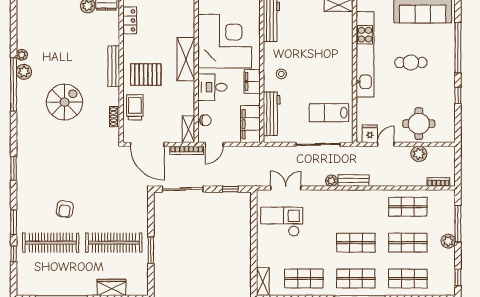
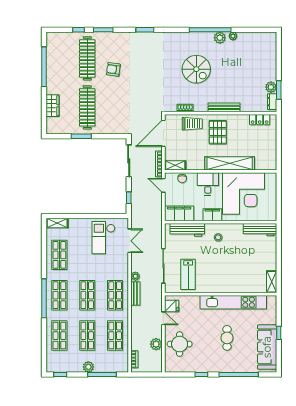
shelving: (186, 59) -> (230, 163), width x1.47
lab bench: (329, 113) -> (188, 274), turned 180
shop shelf: (356, 207) -> (115, 295), added
checkout: (282, 222) -> (103, 238), turned 180

